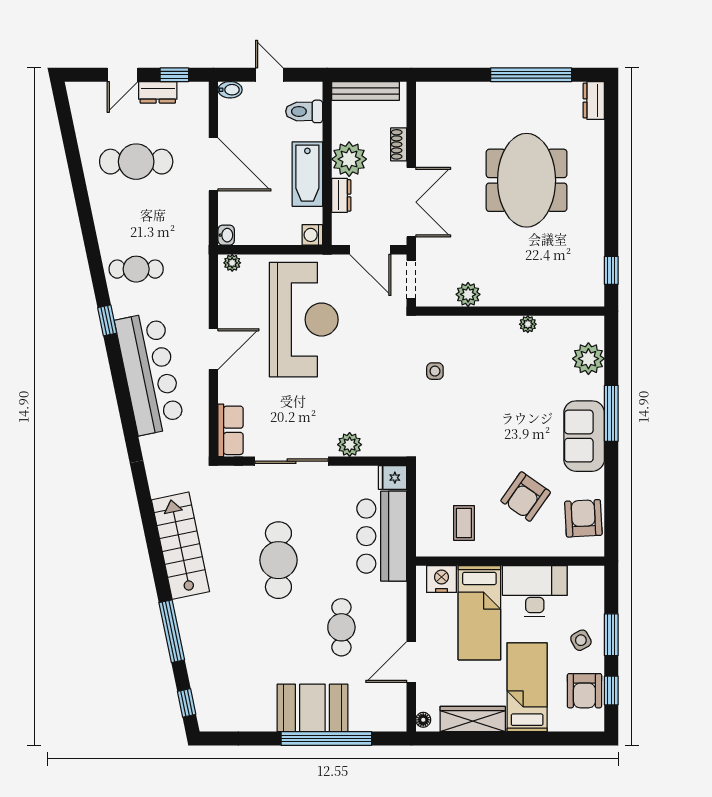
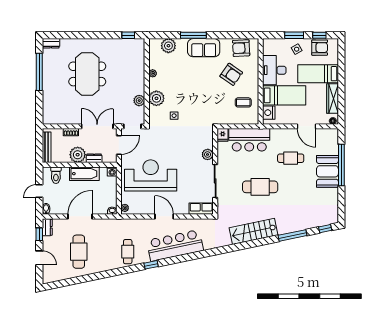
dresser: (158, 92) -> (47, 227), moved
meeting table: (527, 180) -> (87, 74), turned 90
plant: (473, 332) -> (156, 98), added

